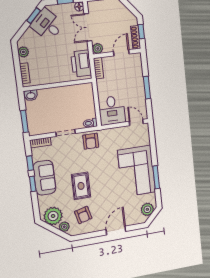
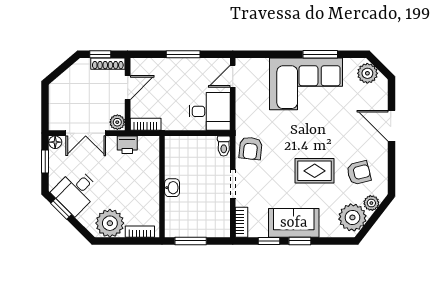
plant: (23, 52) -> (110, 223), width x1.87, depth x1.87
door: (121, 53) -> (128, 88), swing flipped
printer: (81, 63) -> (127, 145), width x0.53, depth x0.68
washbasin: (31, 95) -> (172, 188), moved
window: (24, 121) -> (191, 241), moved
armchair: (91, 141) -> (251, 148), turned 96

